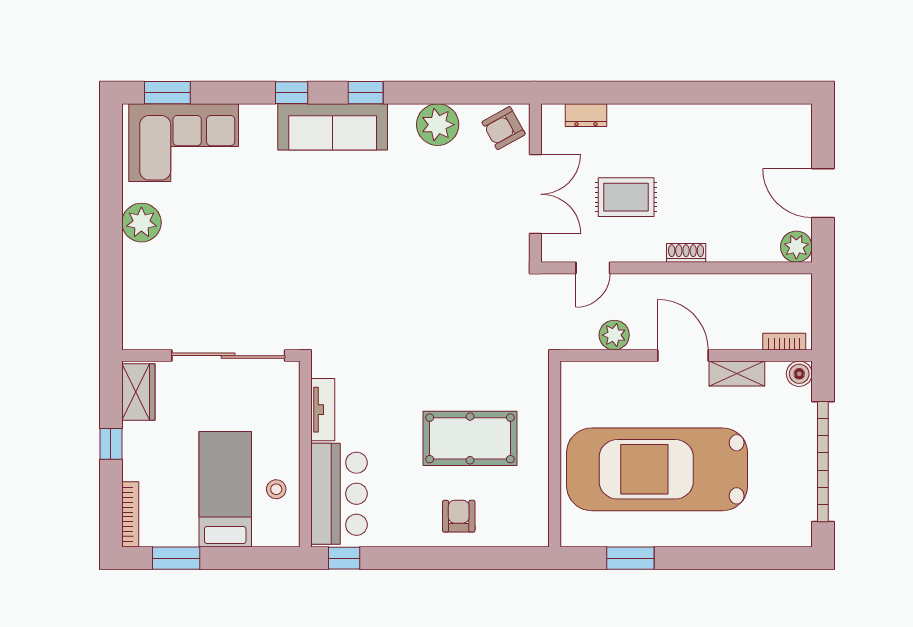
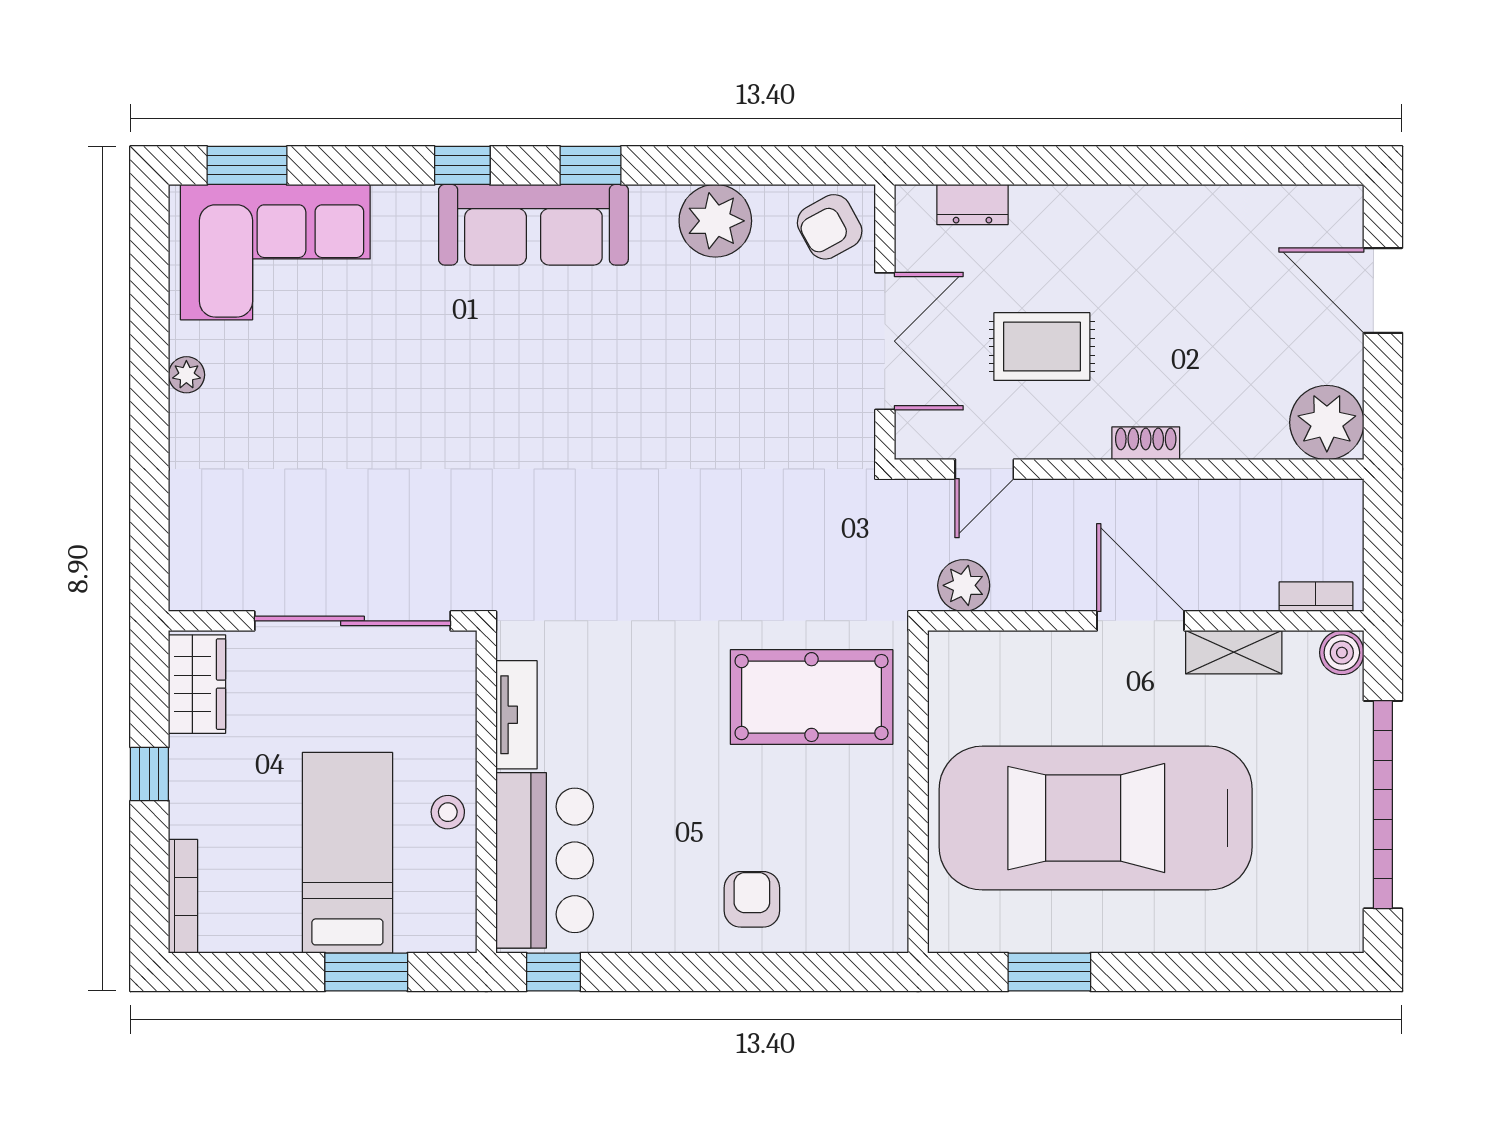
door: (823, 193) -> (1383, 290), moved
plant: (141, 223) -> (186, 375), width x0.53, depth x0.53
plant: (796, 247) -> (1327, 422), width x1.36, depth x1.36
plant: (614, 335) -> (964, 585), moved
pool table: (470, 438) -> (812, 697), moved
stool: (276, 489) -> (448, 812), moved
window: (176, 558) -> (366, 972), moved

